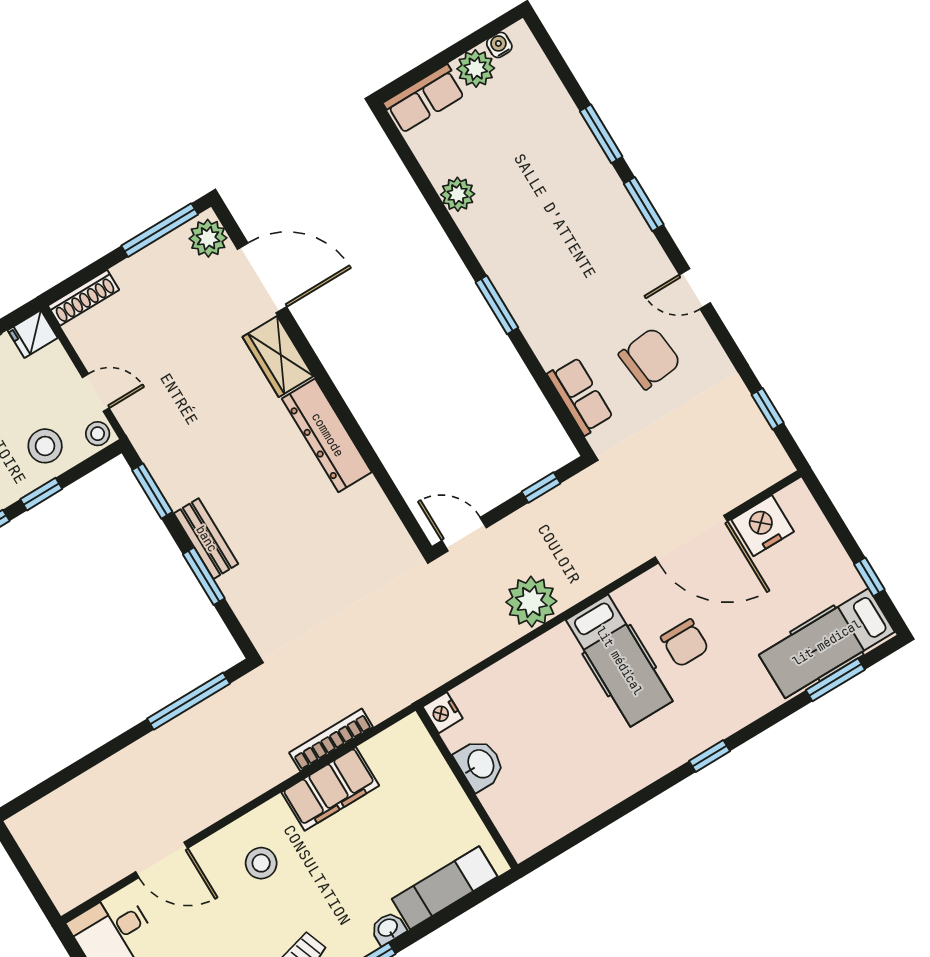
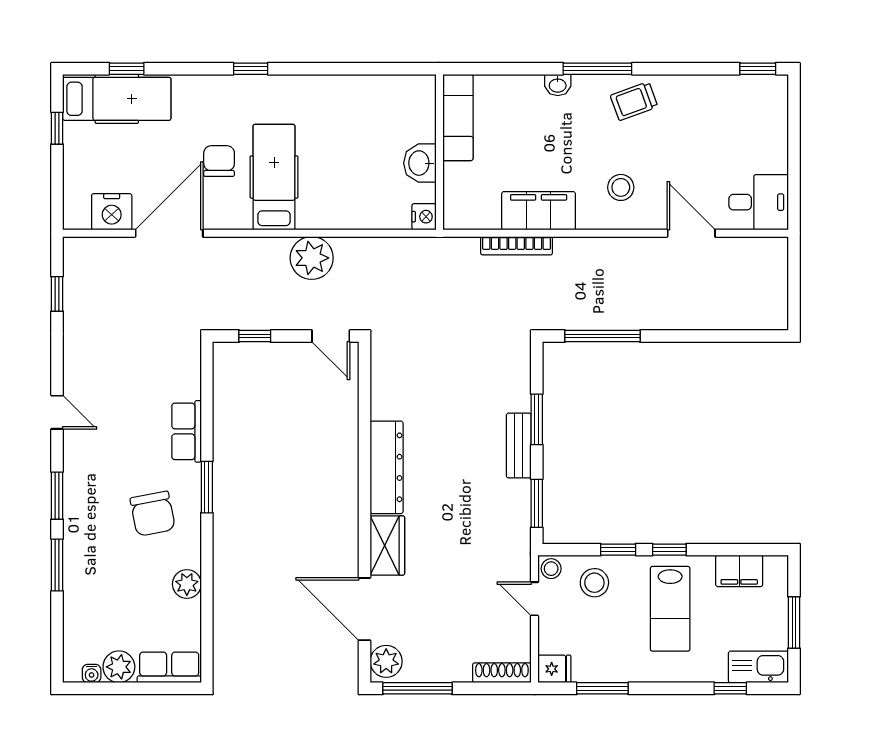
chair: (650, 359) -> (153, 514), moved, turned -95
row of seats: (580, 396) -> (187, 431), moved
door: (691, 539) -> (169, 233), hinge flipped
window: (835, 680) -> (127, 69), width x0.67
exam couch: (445, 888) -> (458, 117), moved, turned -90

